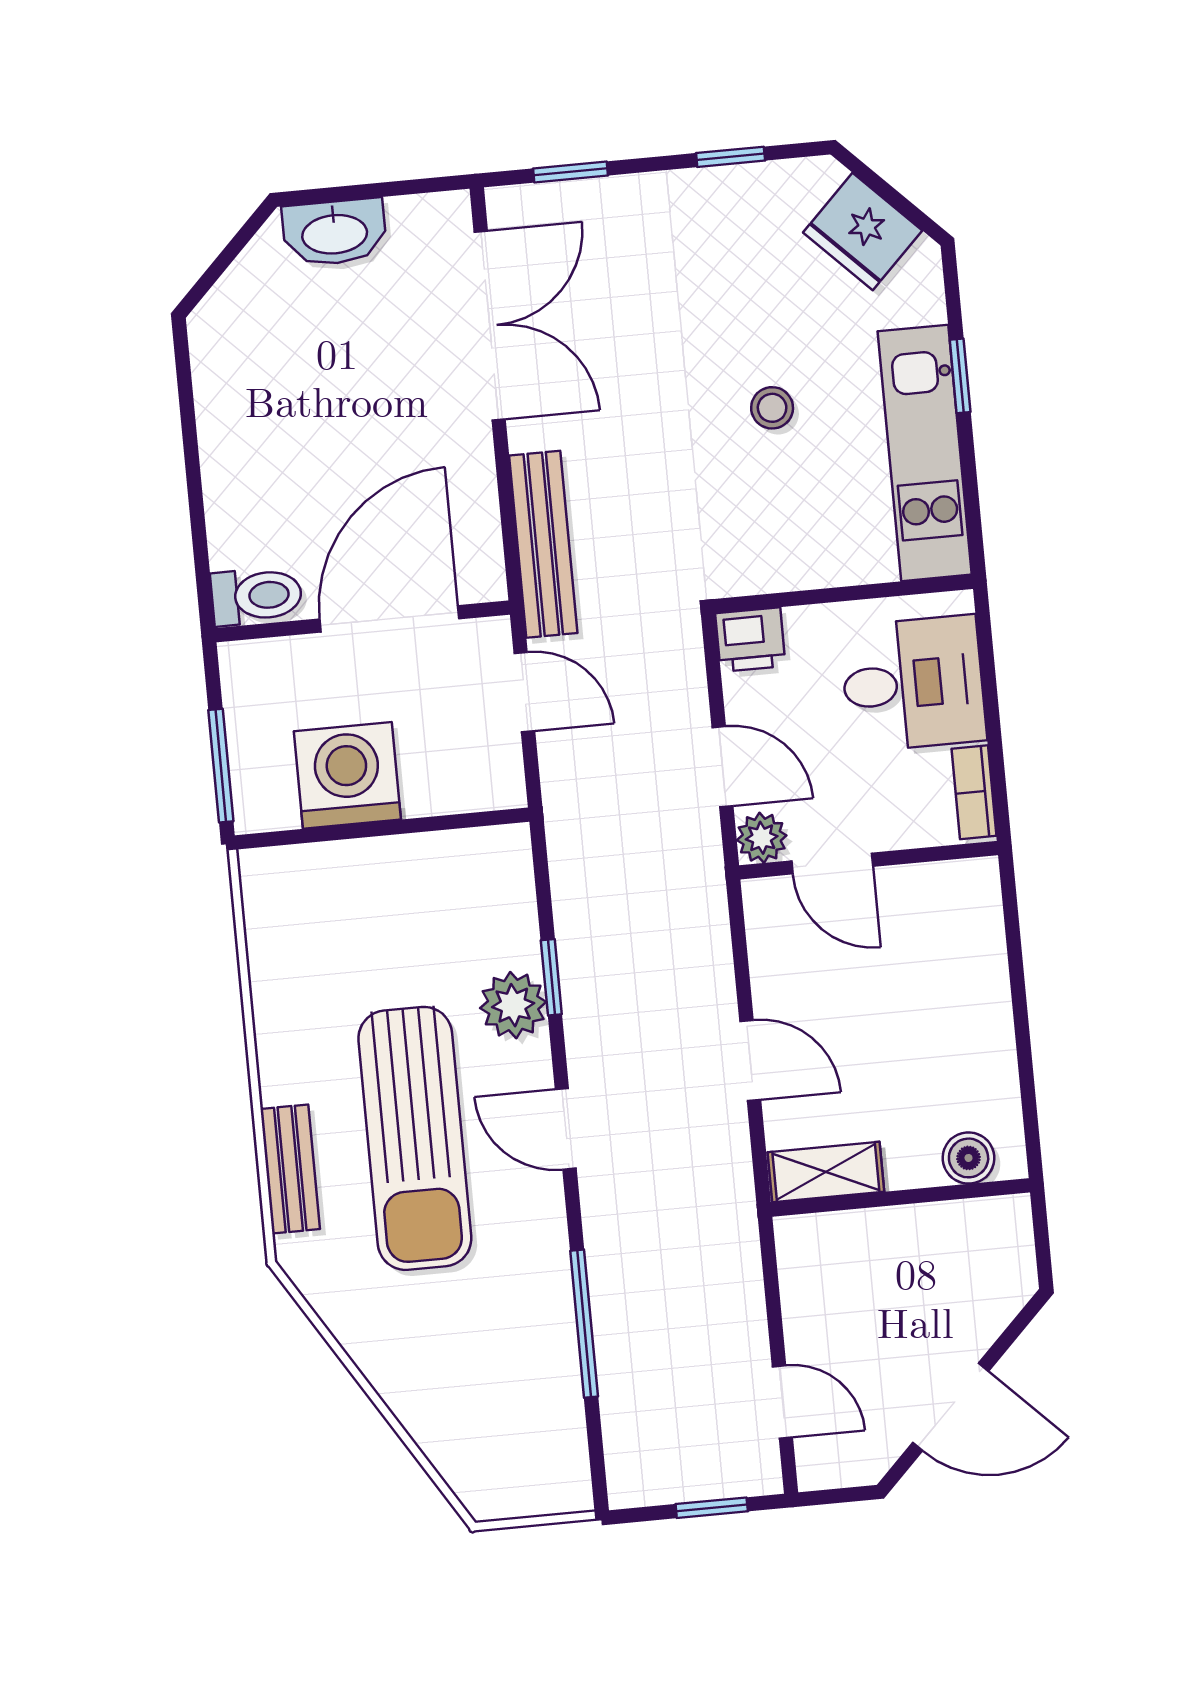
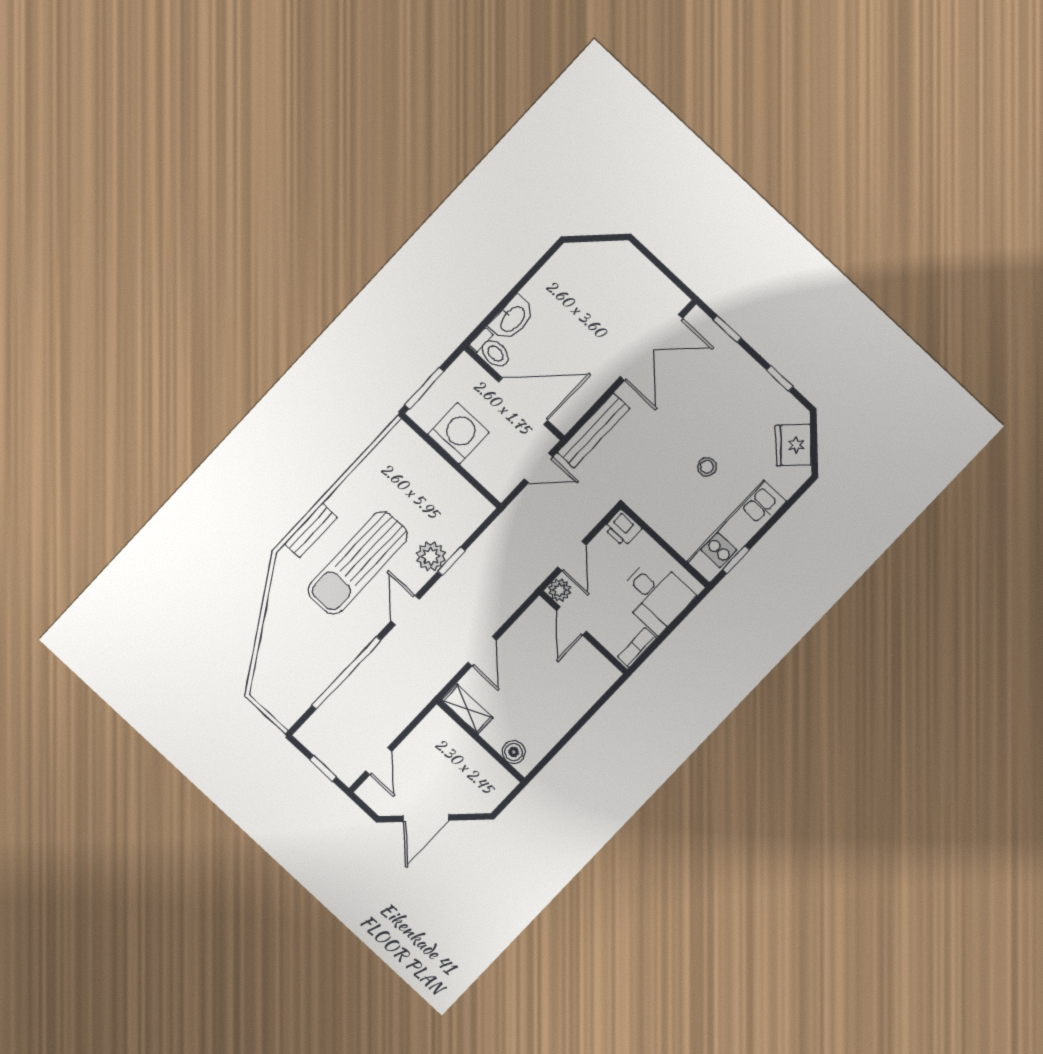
washbasin: (334, 232) -> (512, 319), moved, turned -90
window: (960, 376) -> (736, 560), moved
door: (524, 692) -> (538, 468), hinge flipped
window: (584, 1324) -> (346, 673), width x1.46
door: (951, 1407) -> (426, 818), hinge flipped

